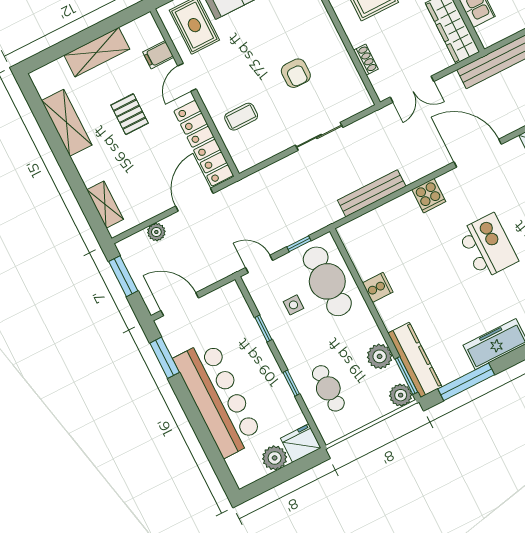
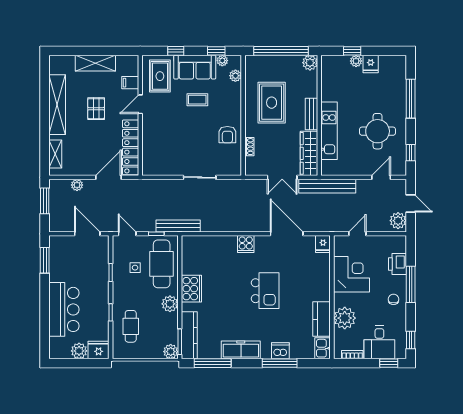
armchair: (296, 73) -> (227, 135), moved
double door: (412, 89) -> (282, 177), moved
coffee table: (241, 117) -> (197, 100), moved
shelving: (67, 123) -> (57, 105), width x1.47
bench: (372, 193) -> (178, 226), moved
cooker: (378, 287) -> (191, 289), width x1.87, depth x1.31
door: (180, 304) -> (87, 234), moved
plant: (380, 356) -> (170, 304), moved
bar counter: (218, 398) -> (64, 309), width x0.73

